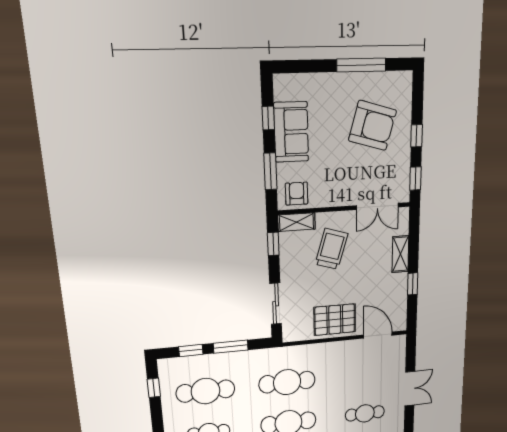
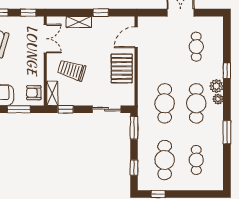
window: (231, 347) -> (134, 128), moved

